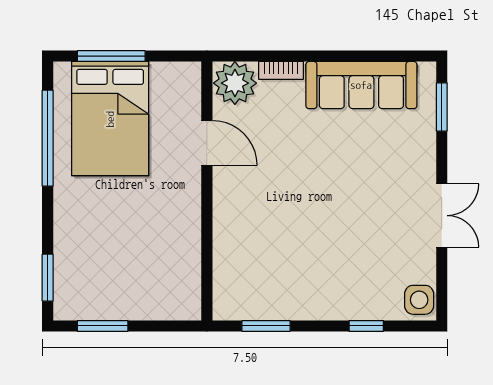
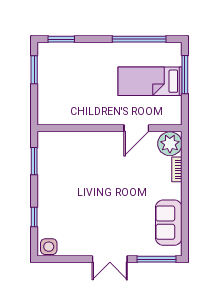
sofa: (361, 85) -> (169, 223), width x0.73
window: (442, 107) -> (157, 259), width x1.44
bed: (110, 119) -> (150, 81), width x0.67
double door: (442, 216) -> (110, 259), moved

